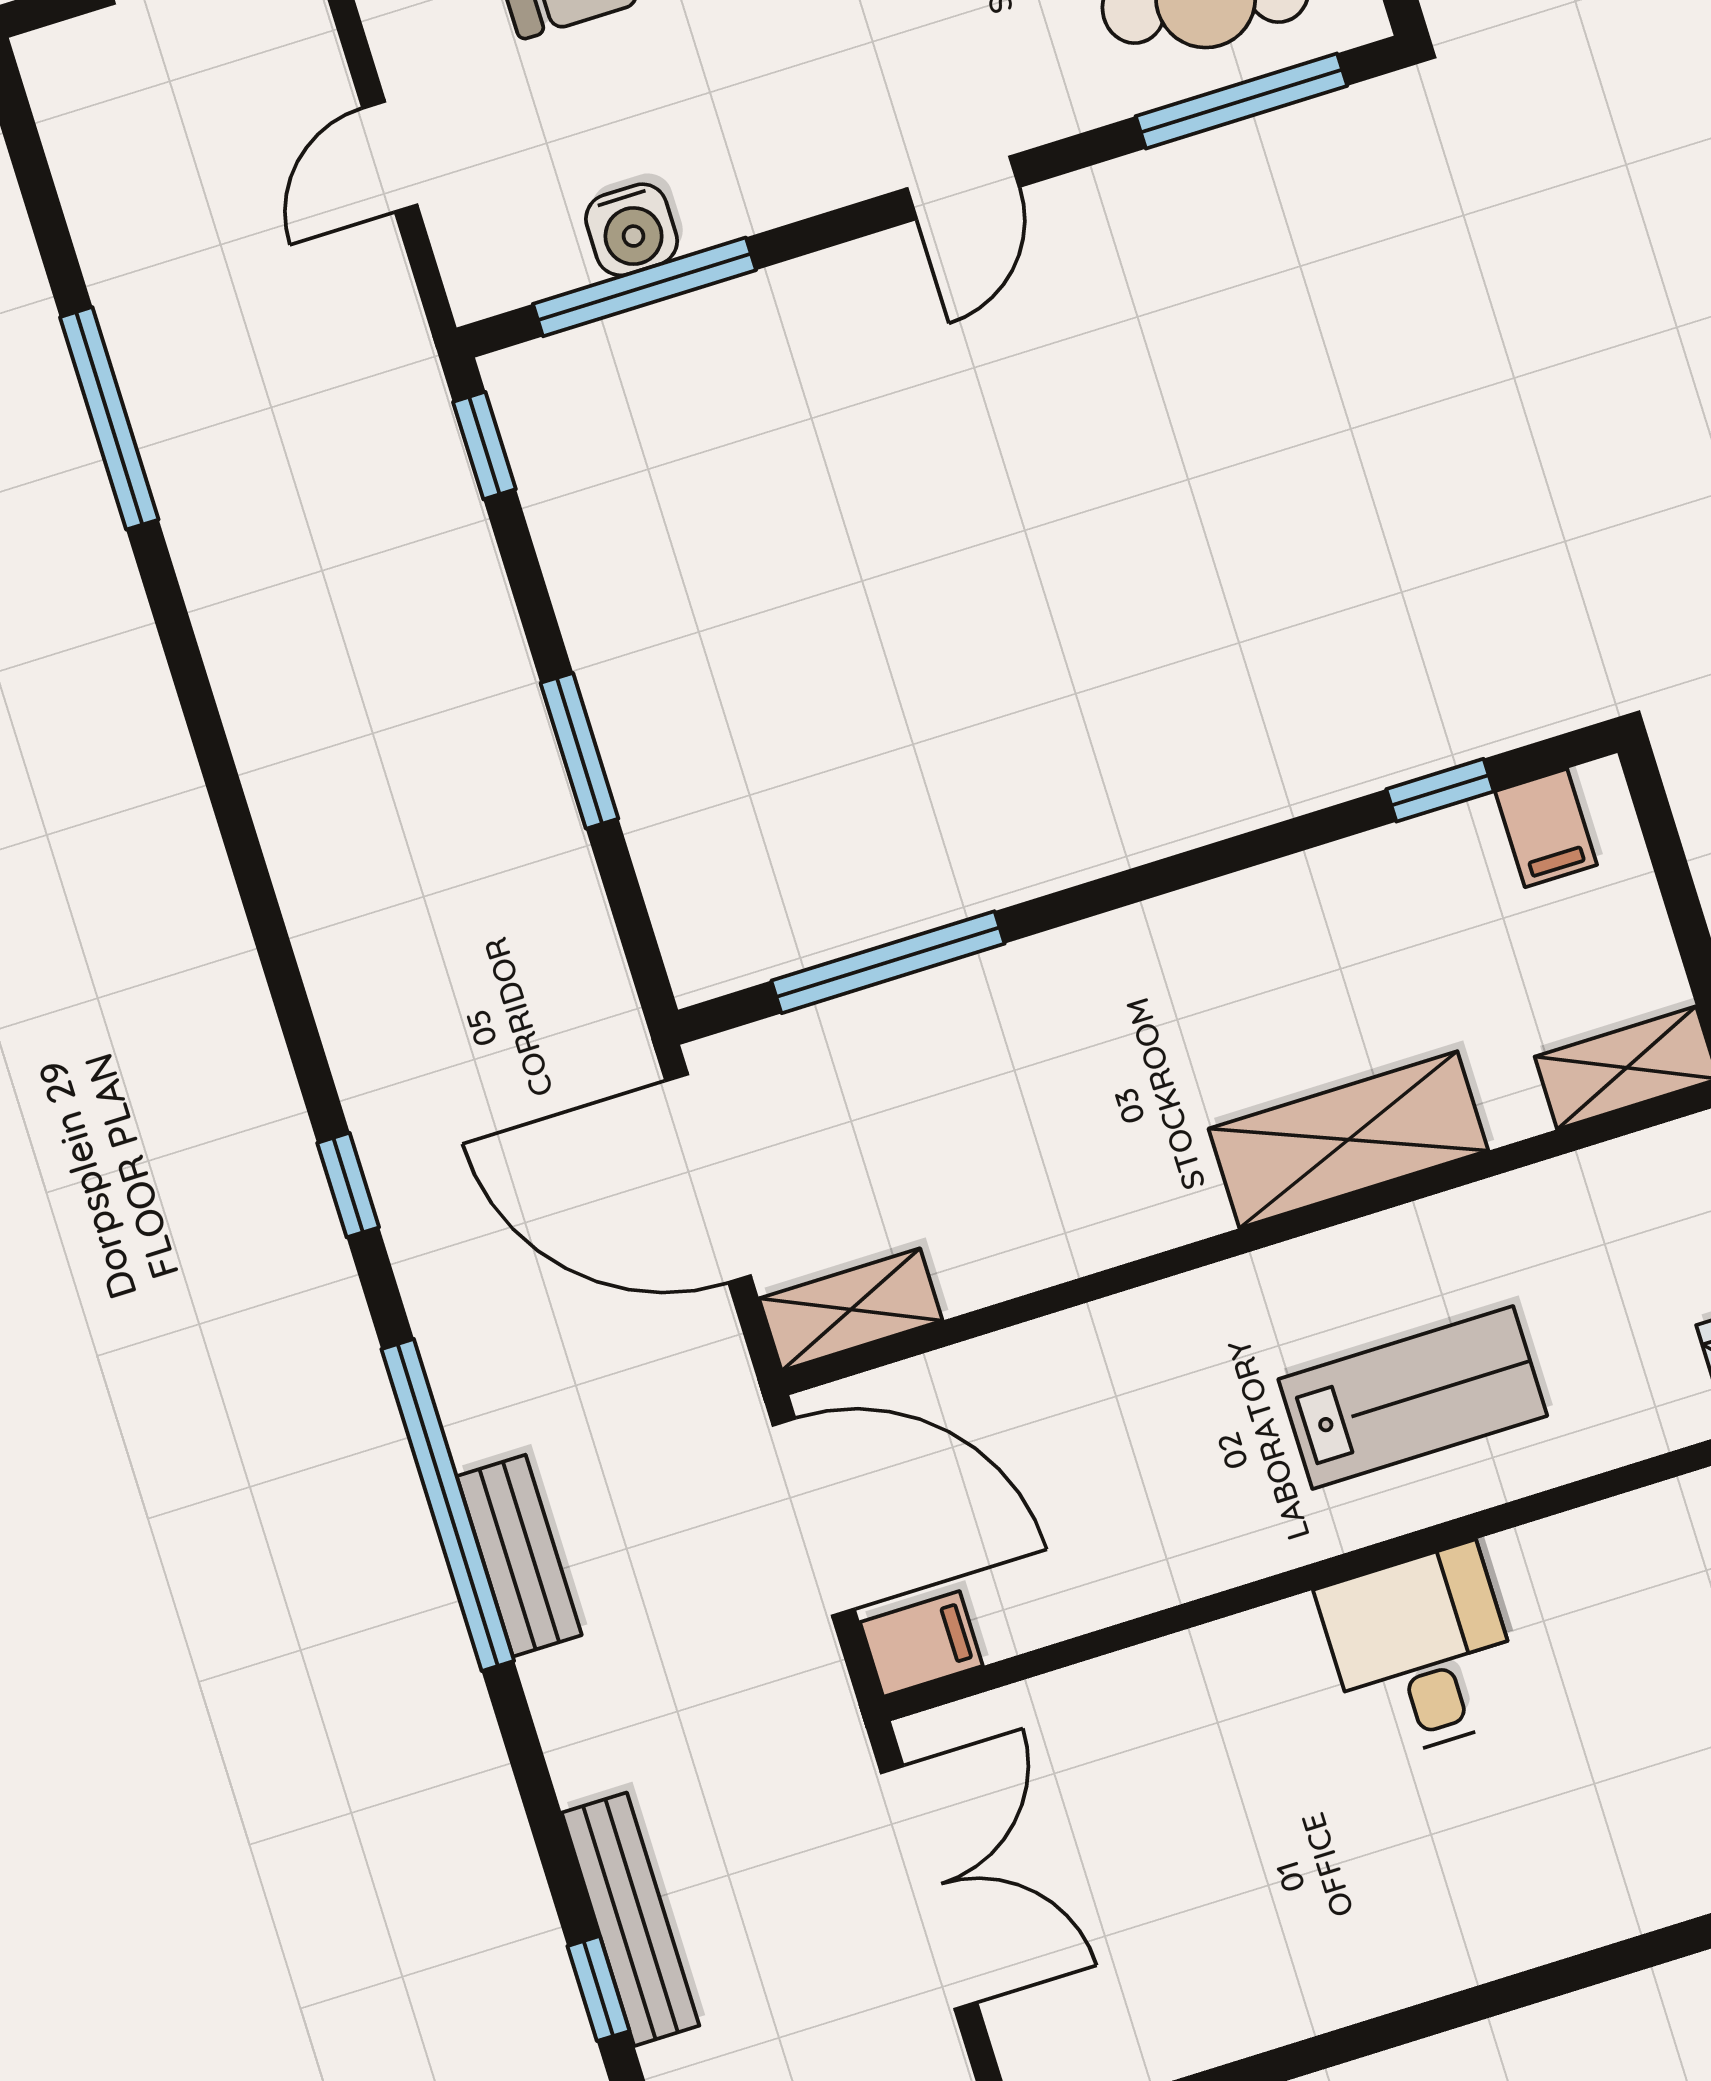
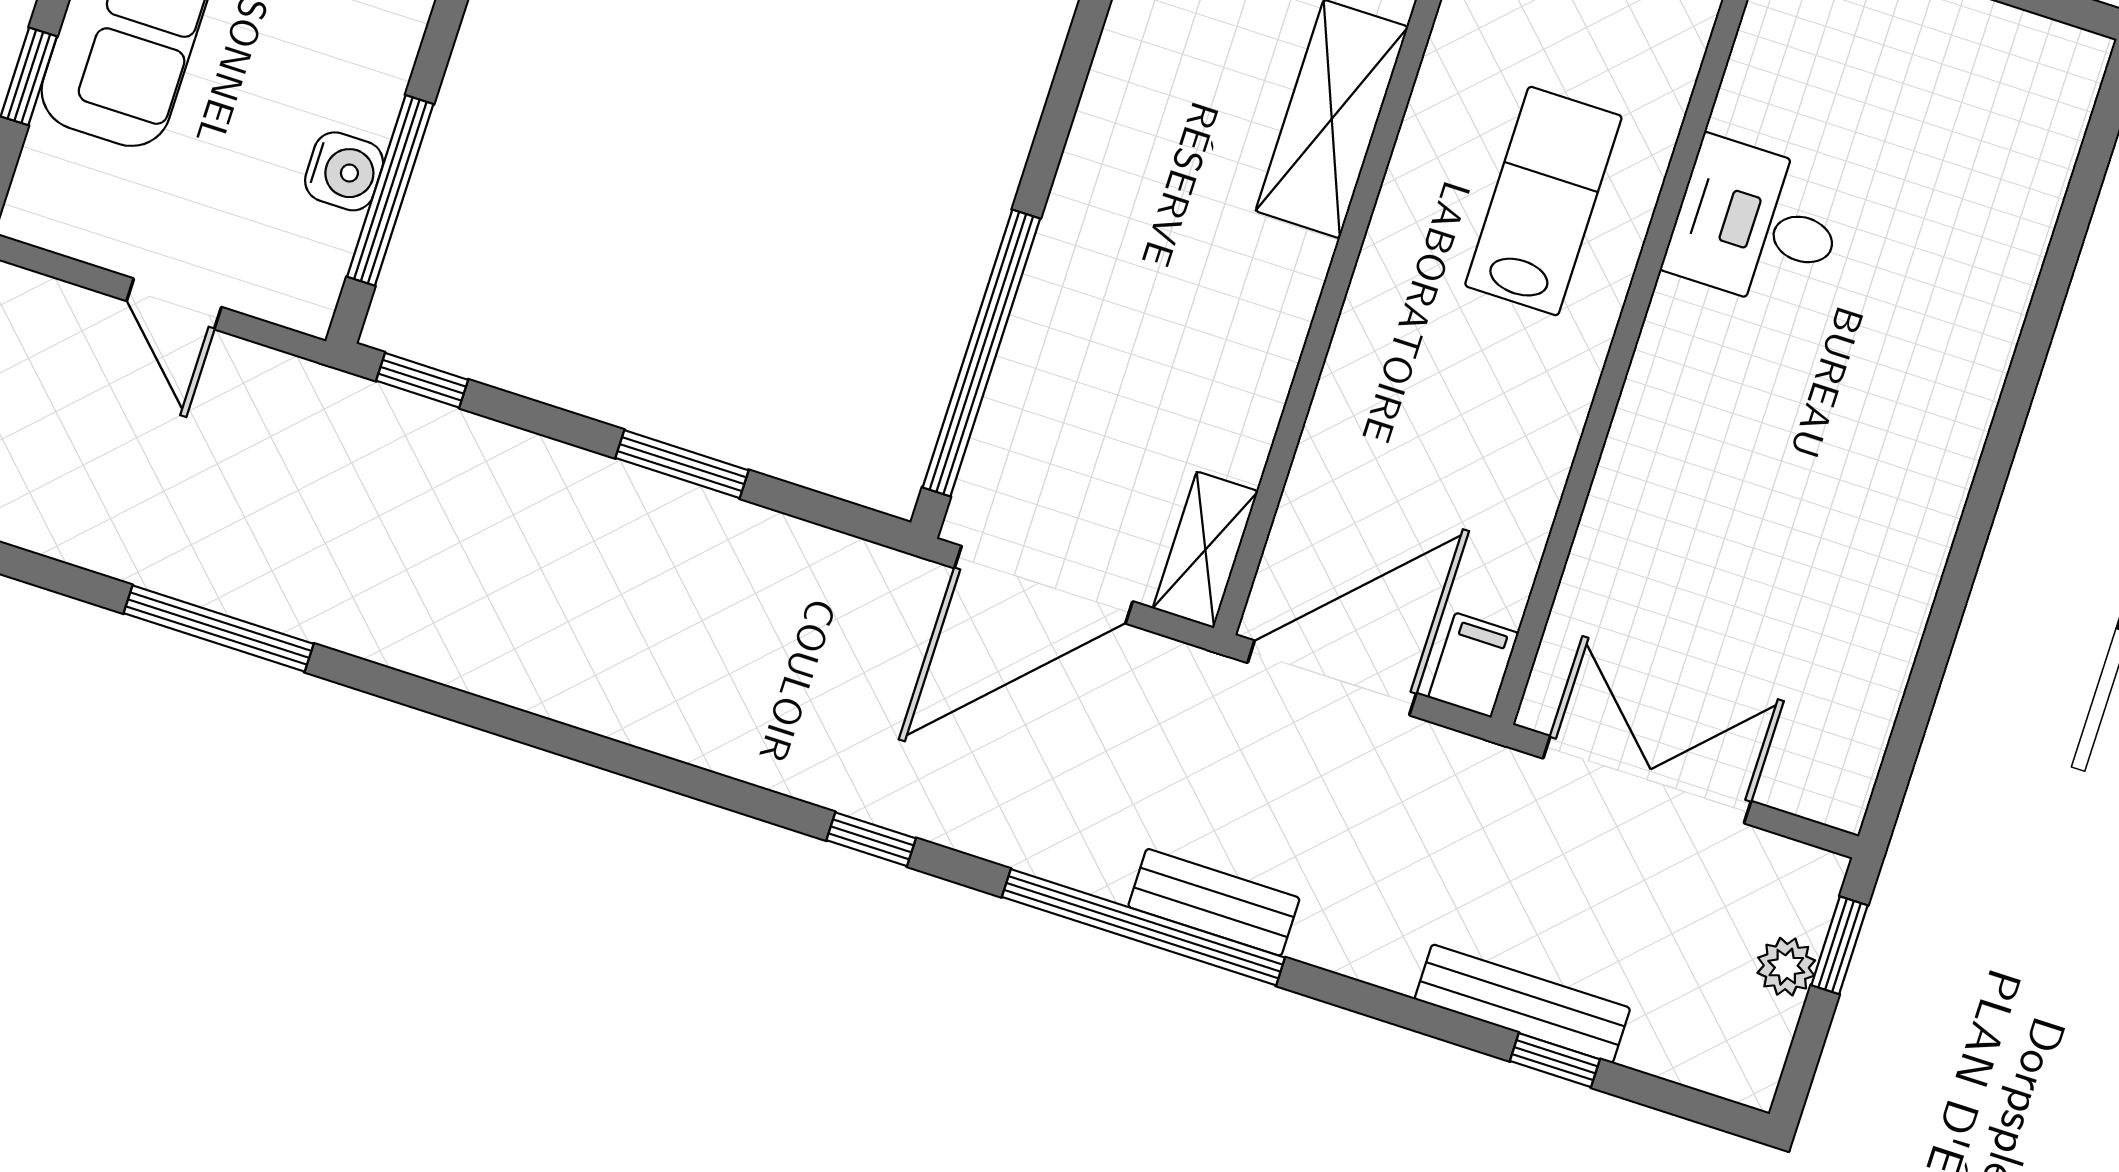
window: (888, 962) -> (981, 353), width x1.46
desk: (1422, 1652) -> (1756, 224), moved

